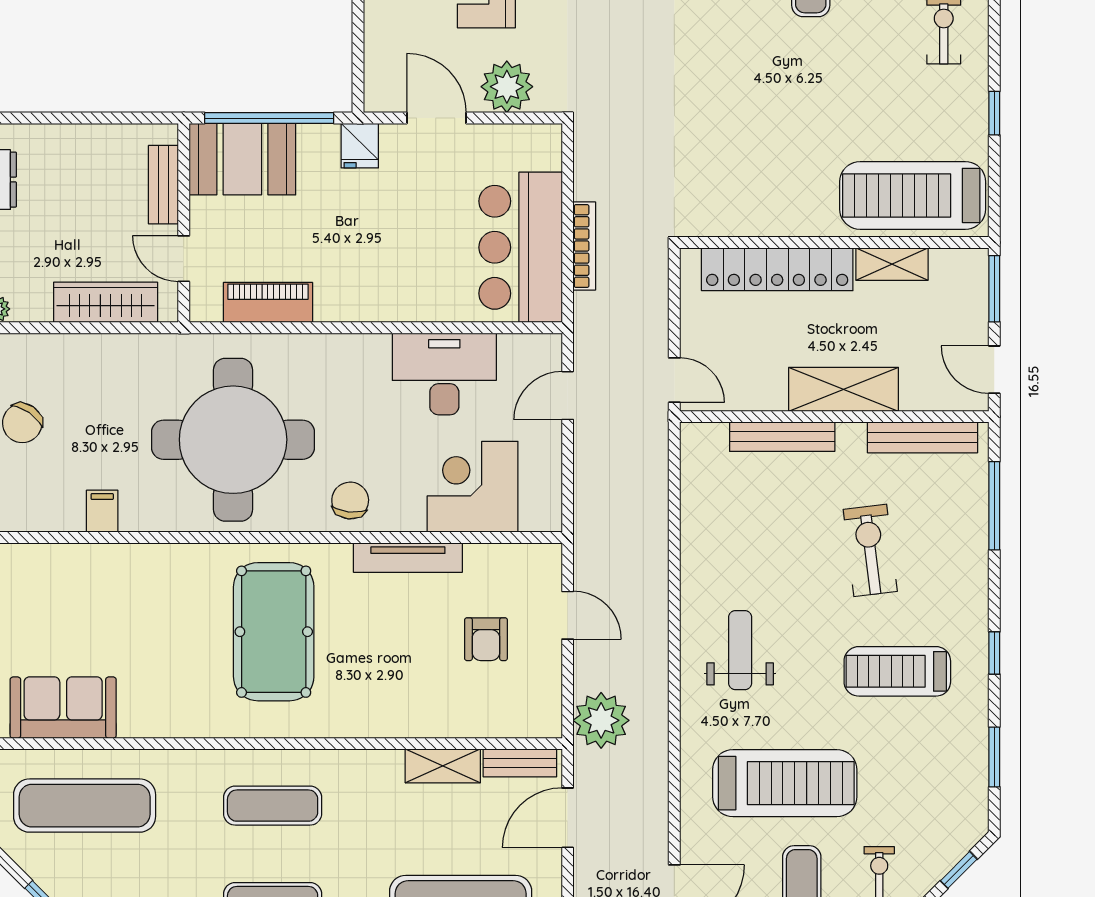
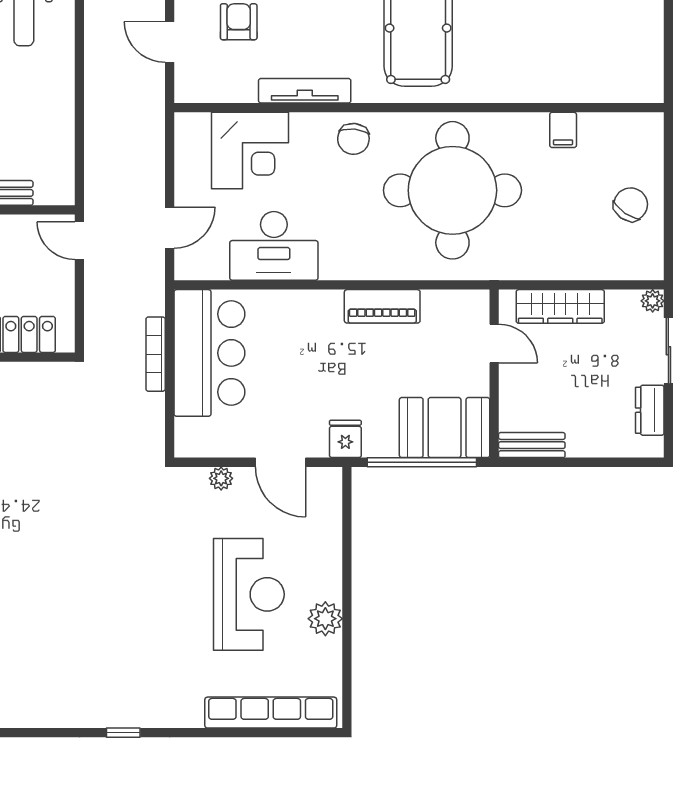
plant: (507, 87) -> (221, 478), width x0.53, depth x0.53
bench: (163, 185) -> (532, 445), moved, turned 90
piano: (268, 302) -> (382, 306), moved

